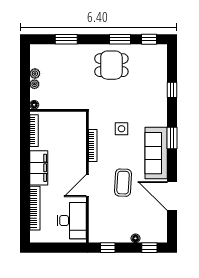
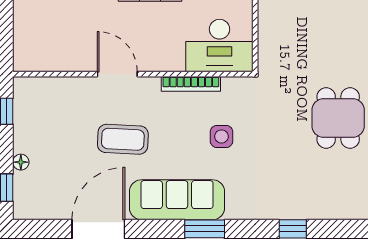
desk: (72, 221) -> (219, 45), moved

